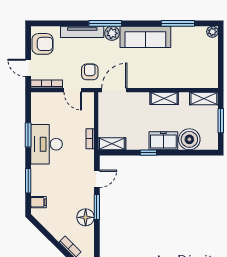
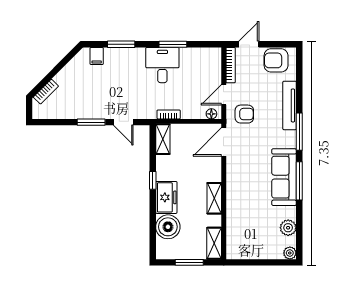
window: (178, 23) -> (299, 181), moved
plant: (112, 33) -> (288, 228), moved
armchair: (42, 44) -> (276, 60), turned 90
door: (114, 90) -> (224, 142), swing flipped
desk: (47, 144) -> (162, 65), width x0.73
floor lamp: (86, 217) -> (211, 114), moved, width x0.53, depth x0.53

